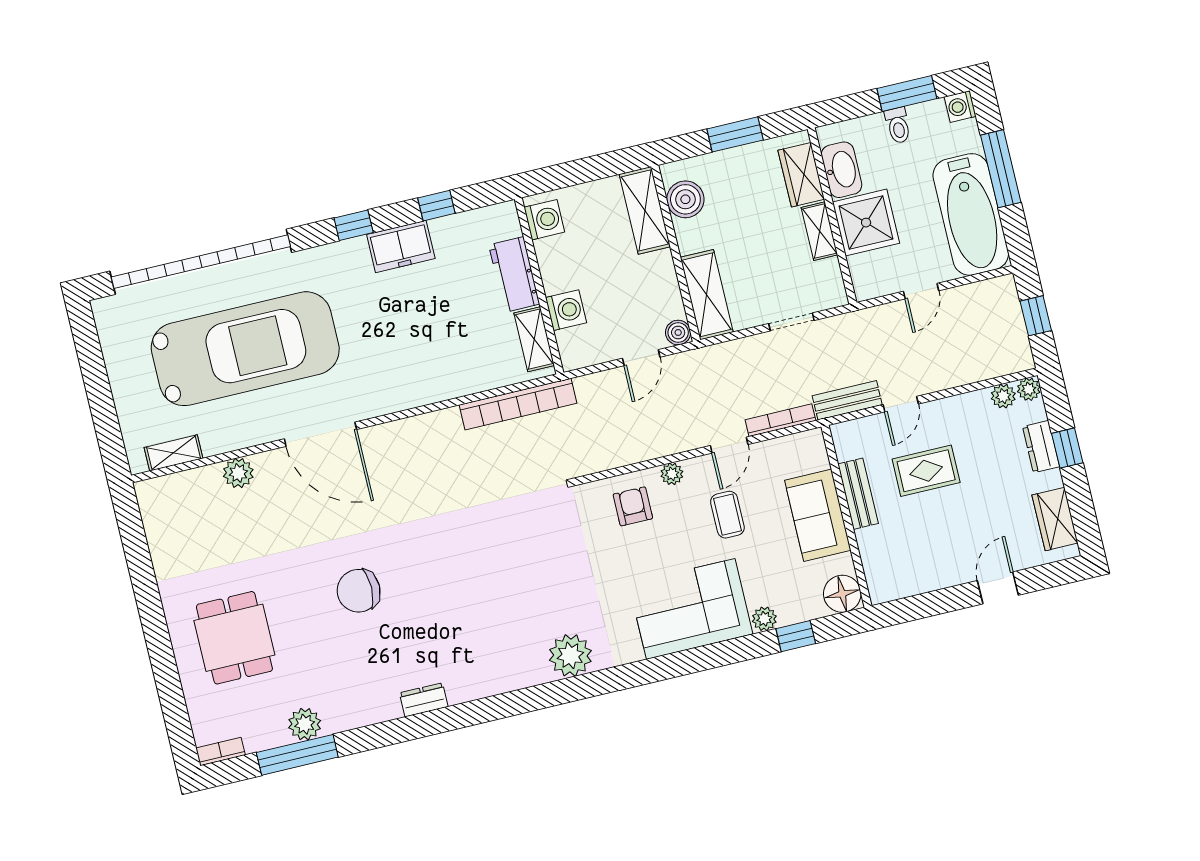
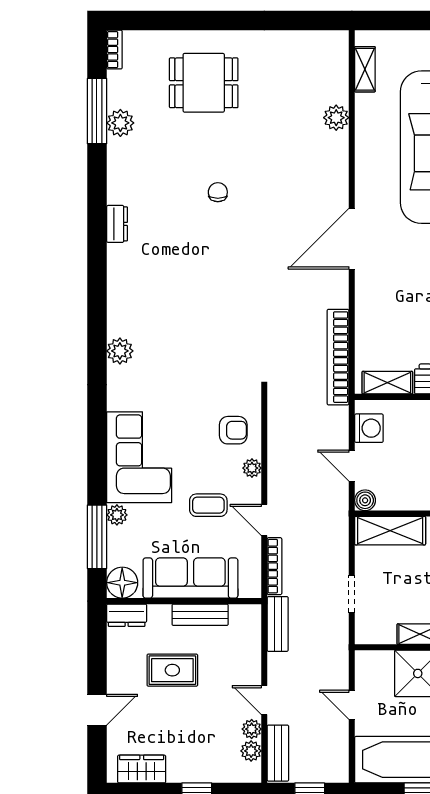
washing machine: (566, 310) -> (369, 428), moved, turned -90
bench: (998, 364) -> (278, 753), added
plant: (1029, 389) -> (252, 729), moved
door: (901, 404) -> (264, 700), moved
door: (320, 434) -> (352, 239), moved
dresser: (1041, 447) -> (127, 615), moved, turned 180
rug: (926, 471) -> (172, 670), moved, turned 90
sofa: (818, 515) -> (190, 578), width x1.36
door: (998, 588) -> (97, 710), hinge flipped
chair: (359, 591) -> (218, 192), width x0.54, depth x0.54
window: (796, 636) -> (97, 537), width x2.17
plant: (570, 655) -> (120, 351), width x0.73, depth x0.73

